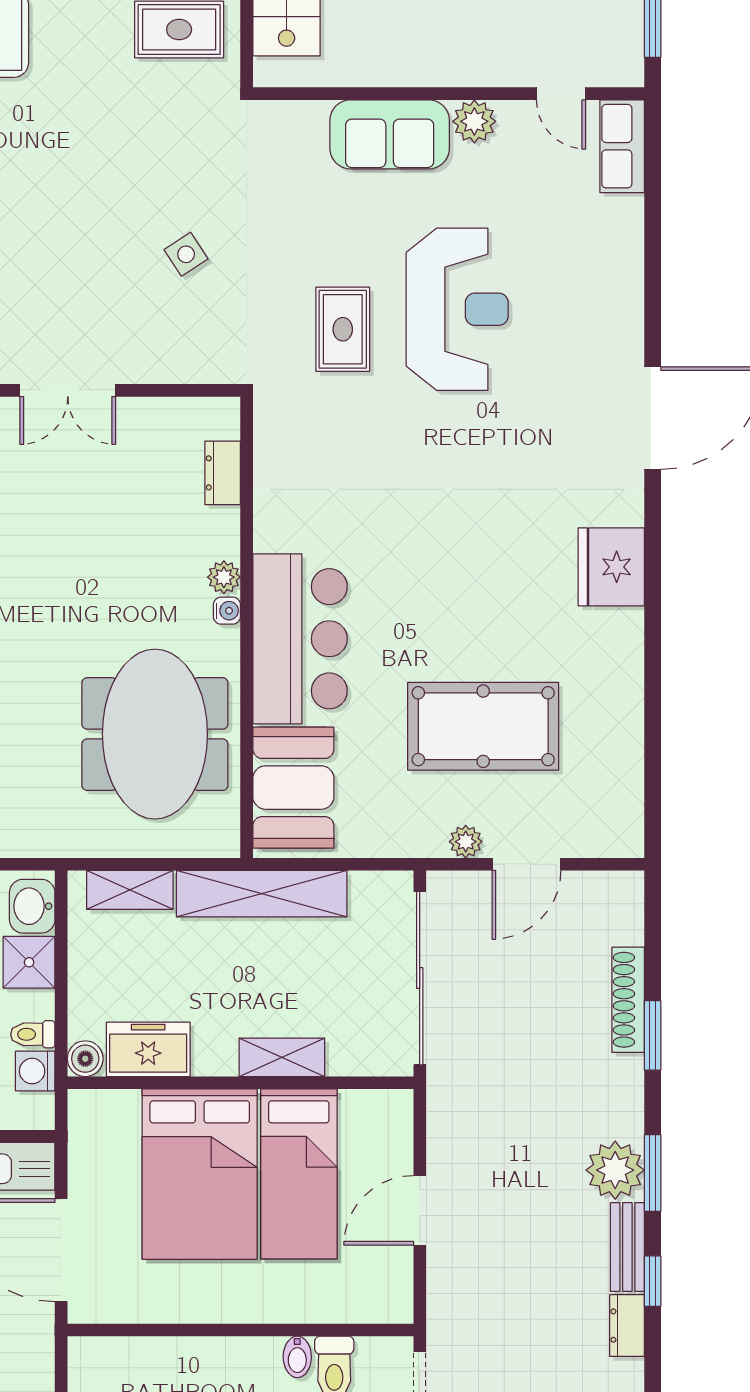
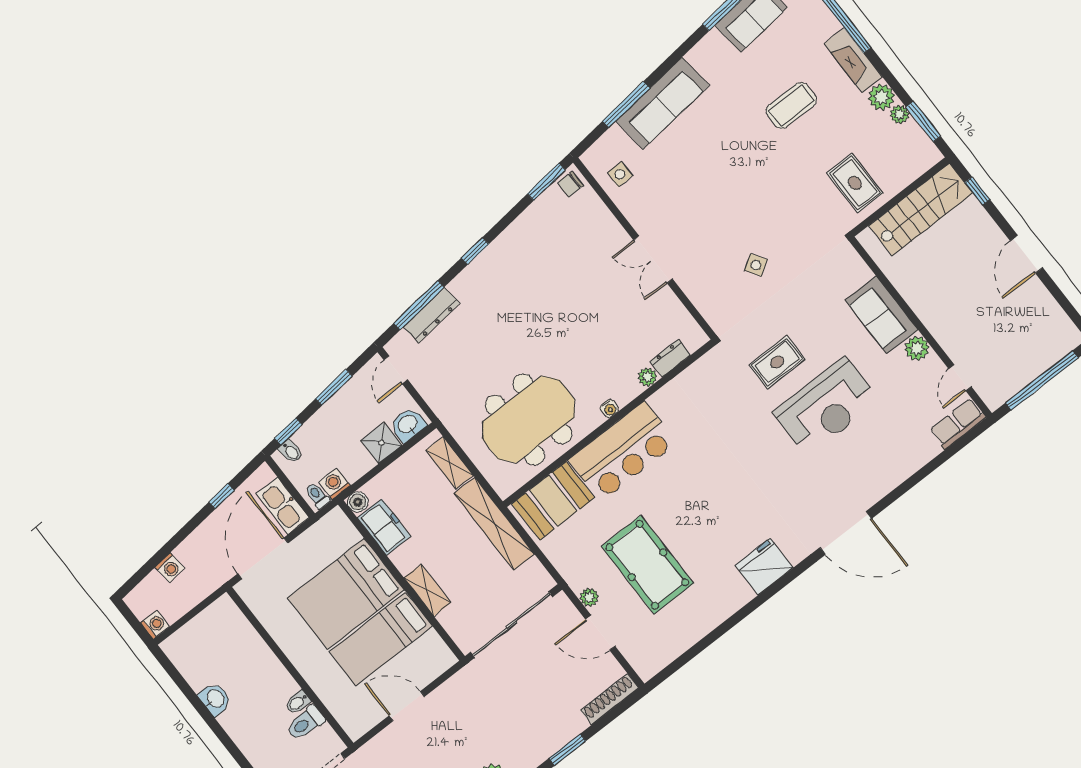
plant: (224, 577) -> (647, 377), moved
shoe rack: (628, 1000) -> (610, 699), moved
toilet: (33, 1034) -> (317, 496), moved

